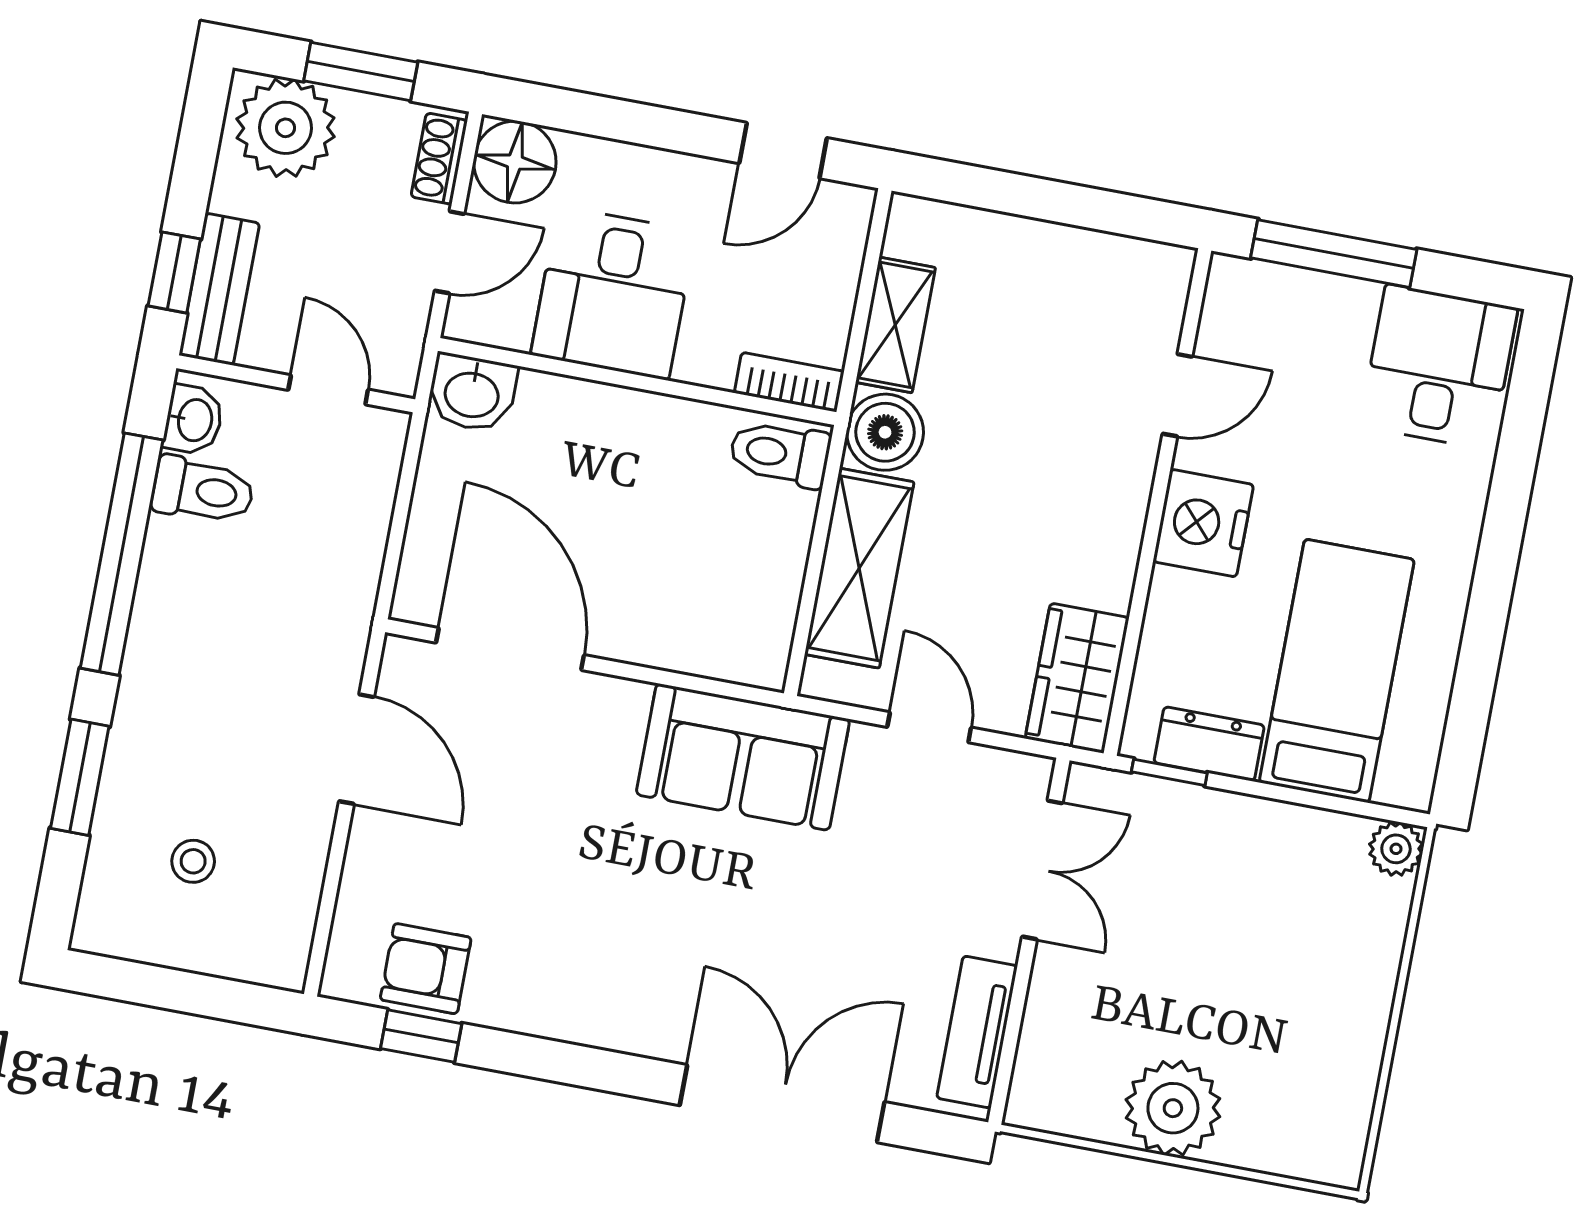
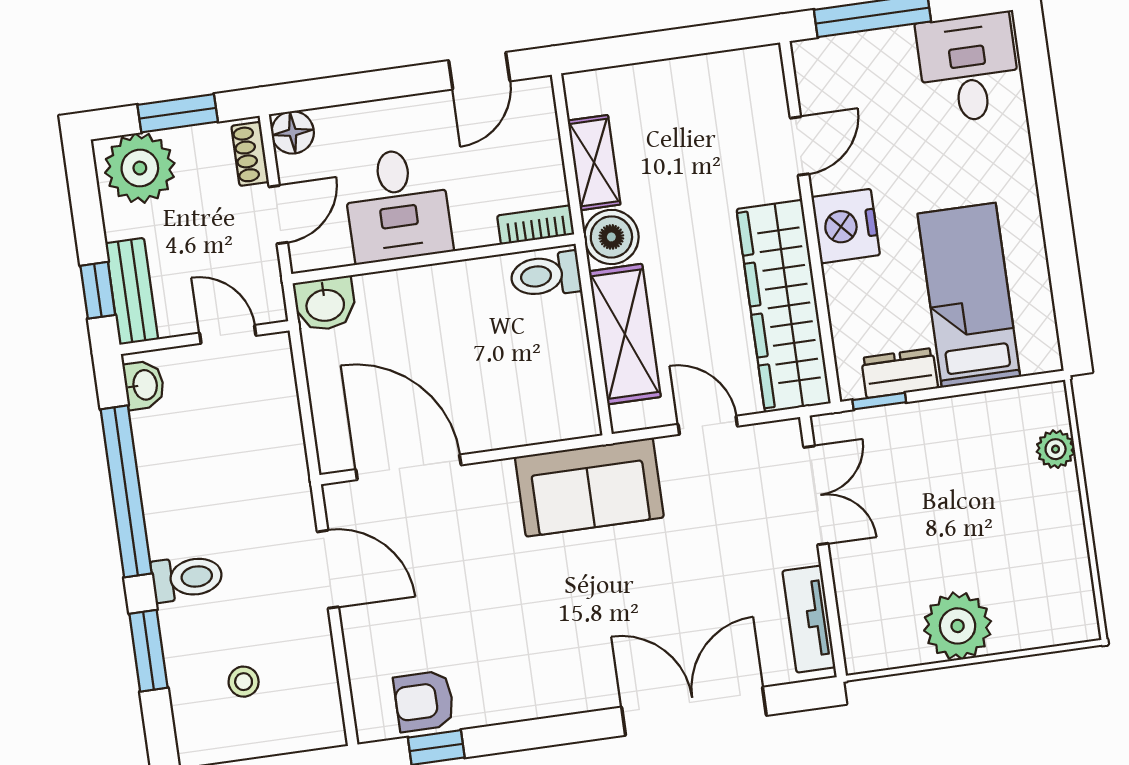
floor lamp: (515, 162) -> (293, 132), width x0.73, depth x0.73
toilet: (203, 490) -> (187, 578), moved
wardrobe: (1077, 678) -> (784, 306), width x2.10, depth x1.17
plant: (1396, 849) -> (1056, 449), moved

